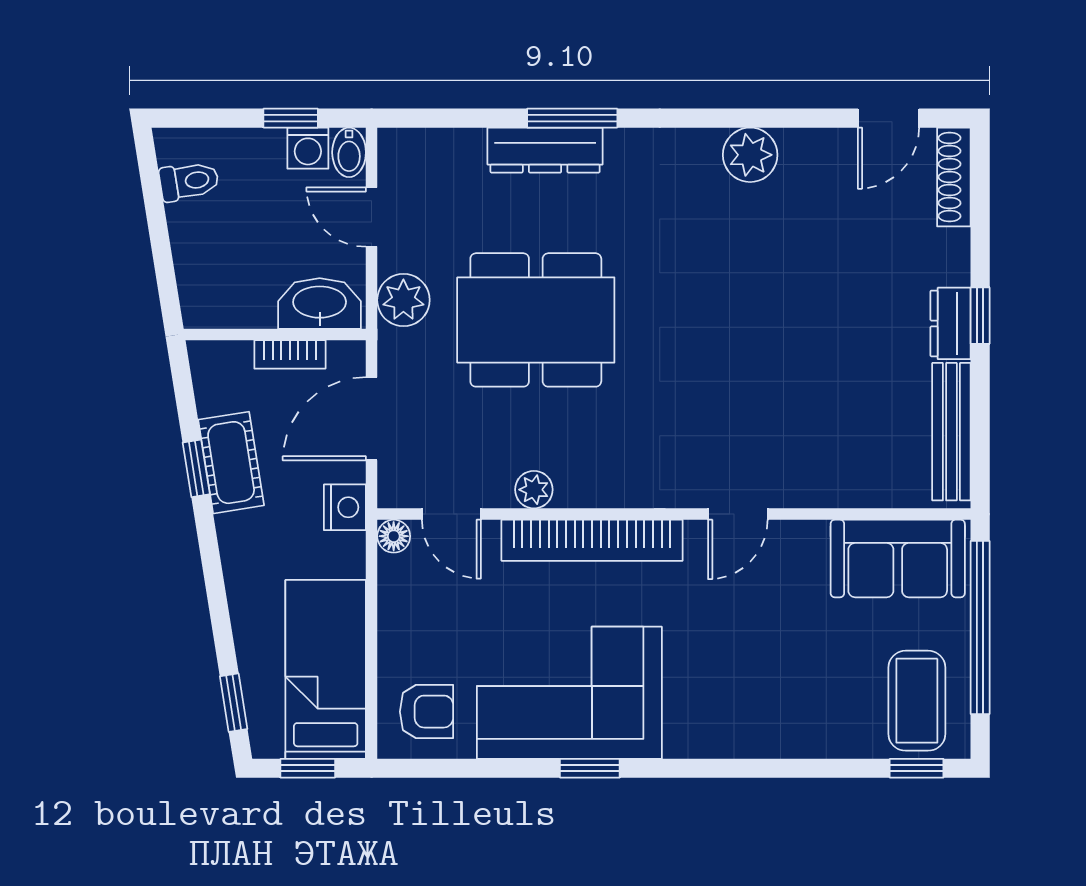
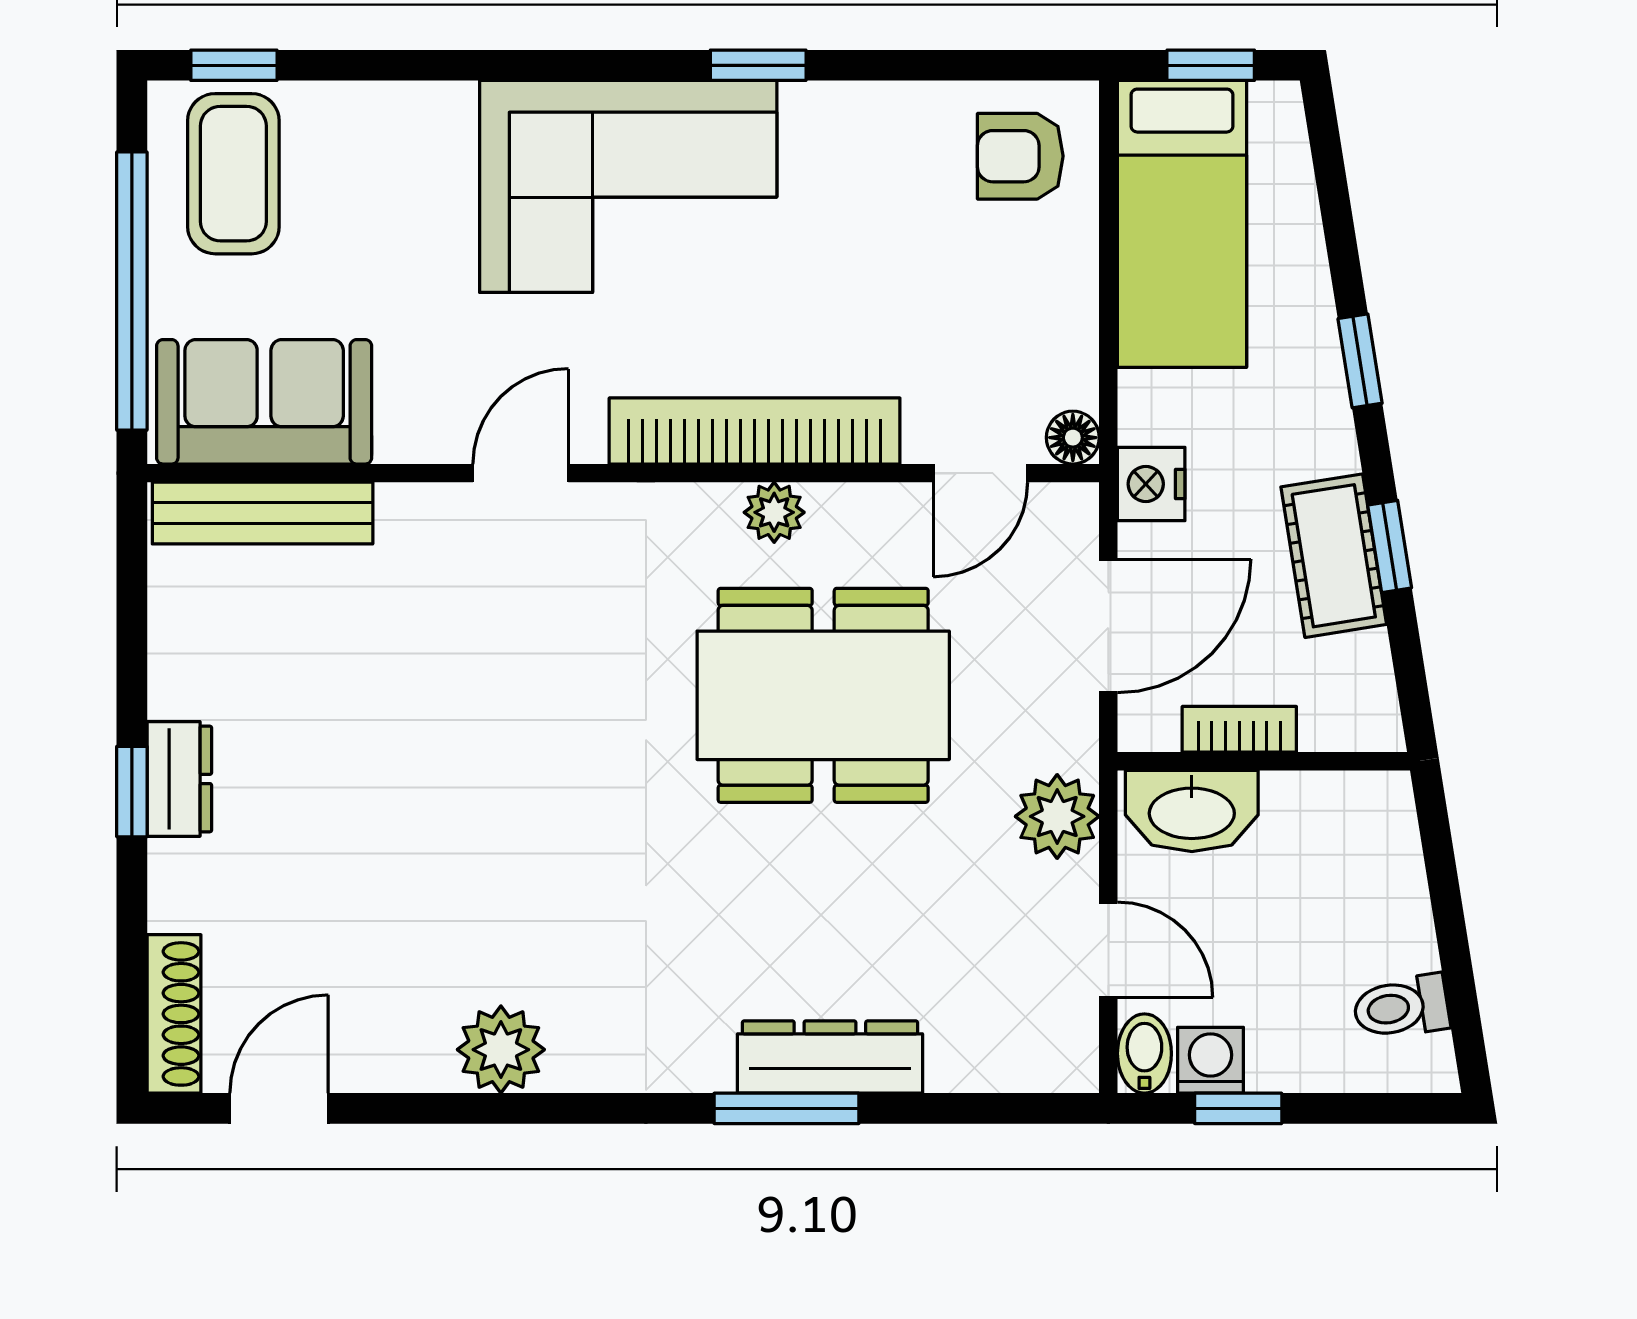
dining table: (536, 320) -> (823, 695), moved
bench: (951, 432) -> (263, 513), moved, turned 90
plant: (534, 490) -> (774, 512), moved
door: (451, 514) -> (980, 473), swing flipped
corner sofa: (569, 693) -> (628, 186), moved
window: (234, 703) -> (1360, 361), moved

